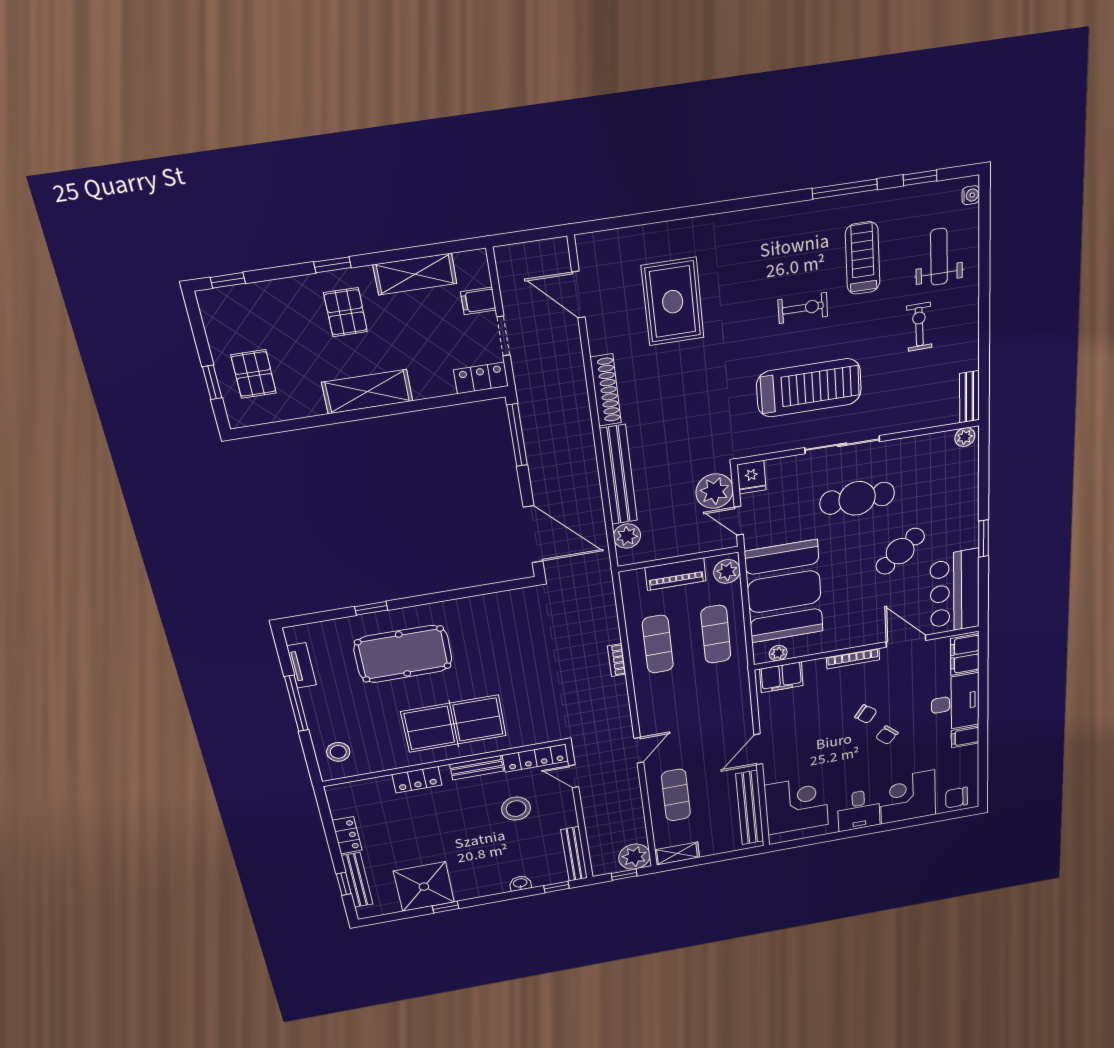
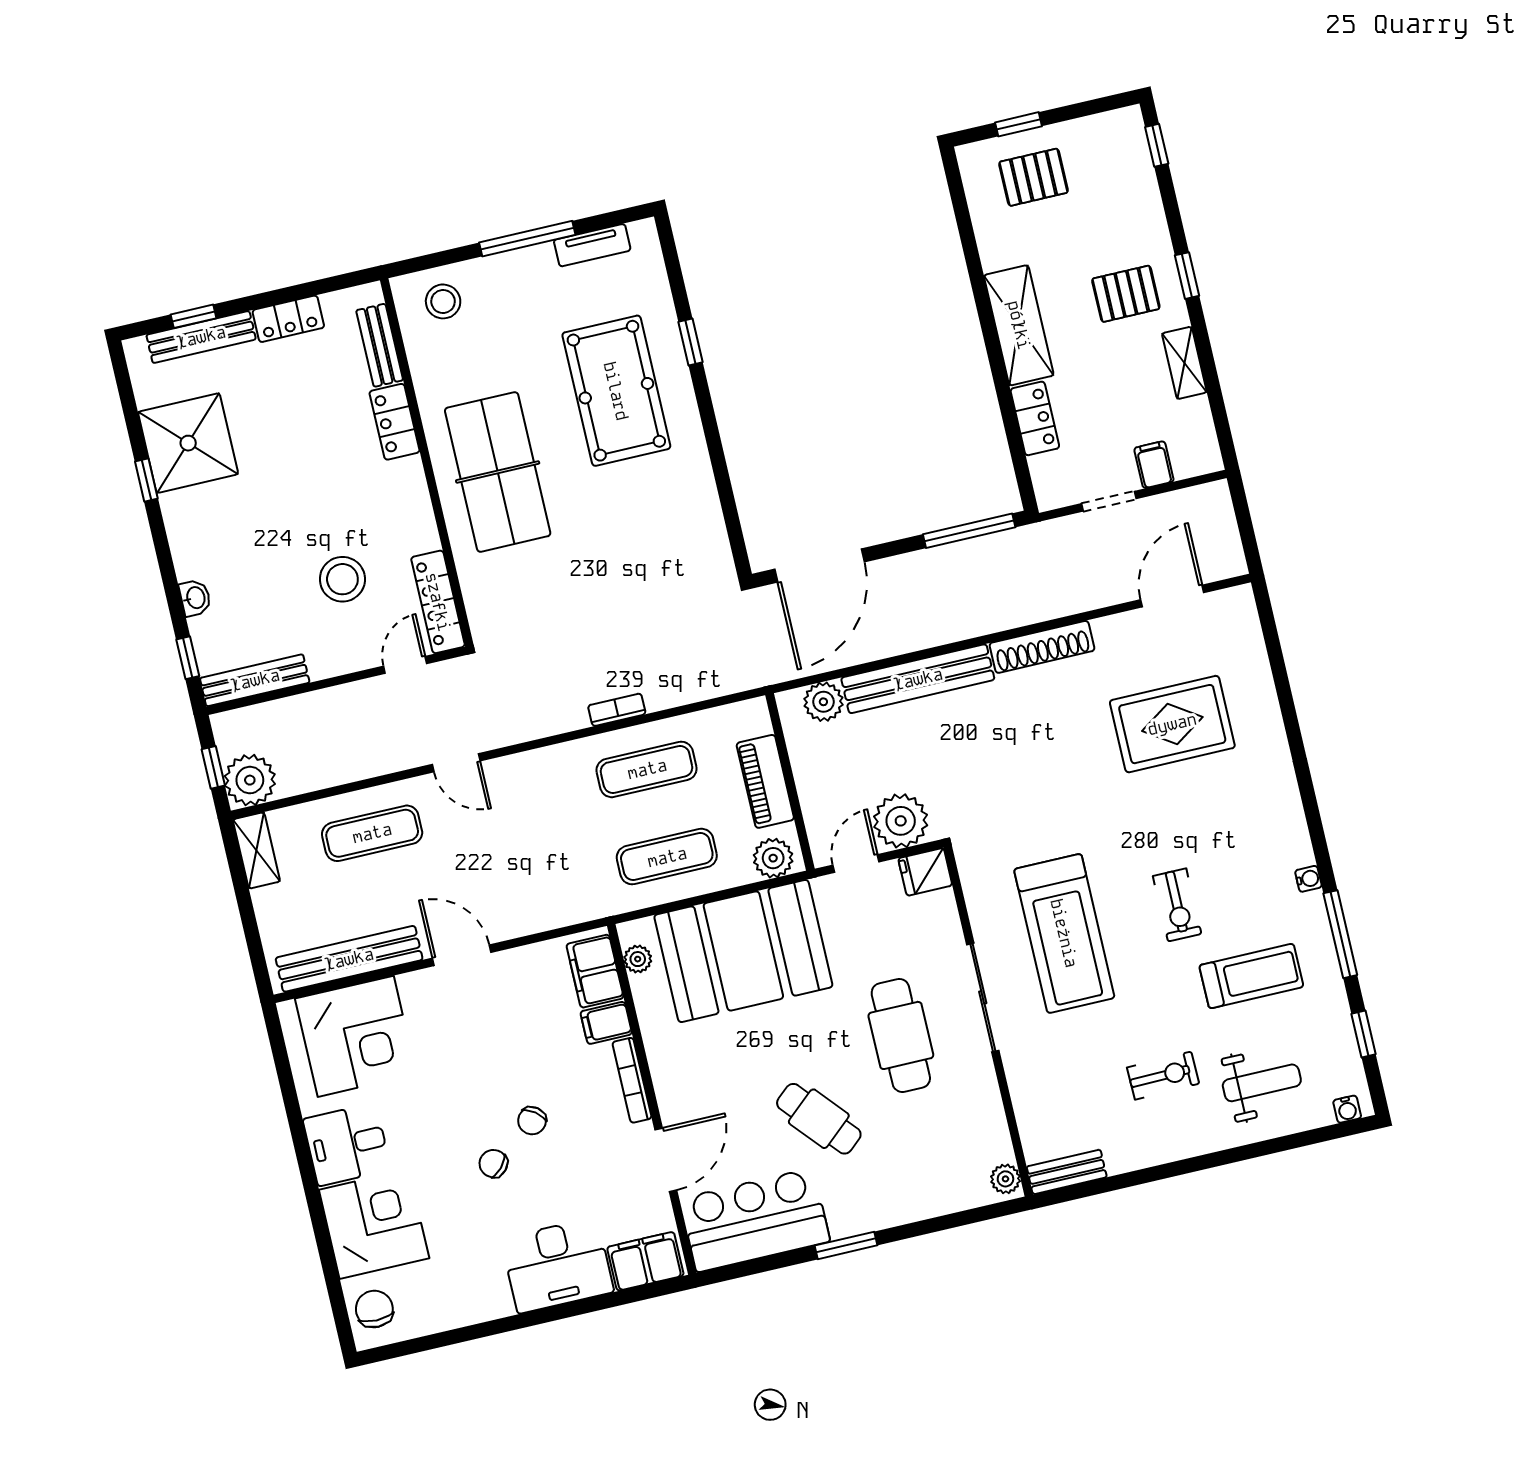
water cooler: (800, 210) -> (1308, 879), added
shelving: (415, 274) -> (1184, 363), width x0.67, depth x0.75
locker: (481, 378) -> (1035, 418), moved
filing cabinet: (965, 737) -> (606, 1023), moved, turned -90
bench: (477, 768) -> (380, 345), moved

